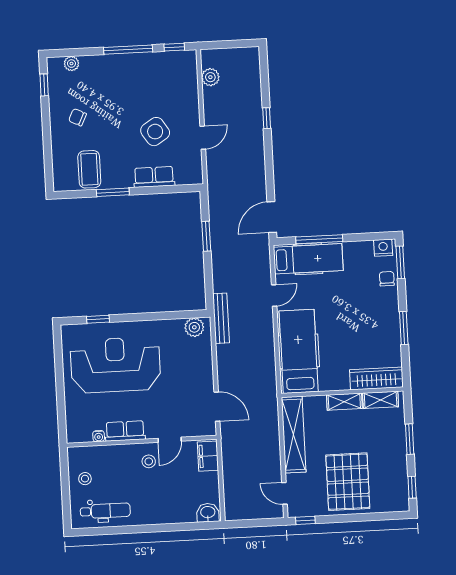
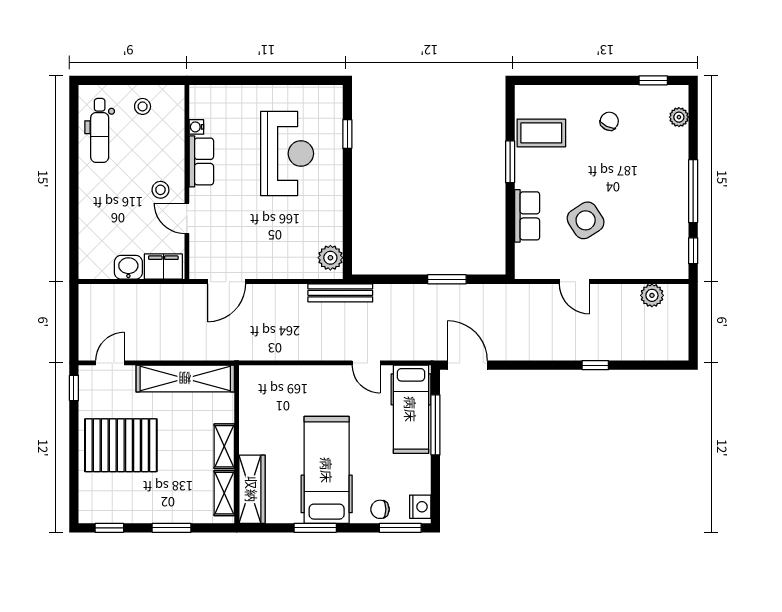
chair: (387, 279) -> (380, 509), turned 180
hospital bed: (299, 351) -> (327, 470), moved, turned -90
reception desk: (115, 365) -> (287, 154), width x0.74, depth x0.77
washbasin: (208, 513) -> (128, 267), moved, turned -90

